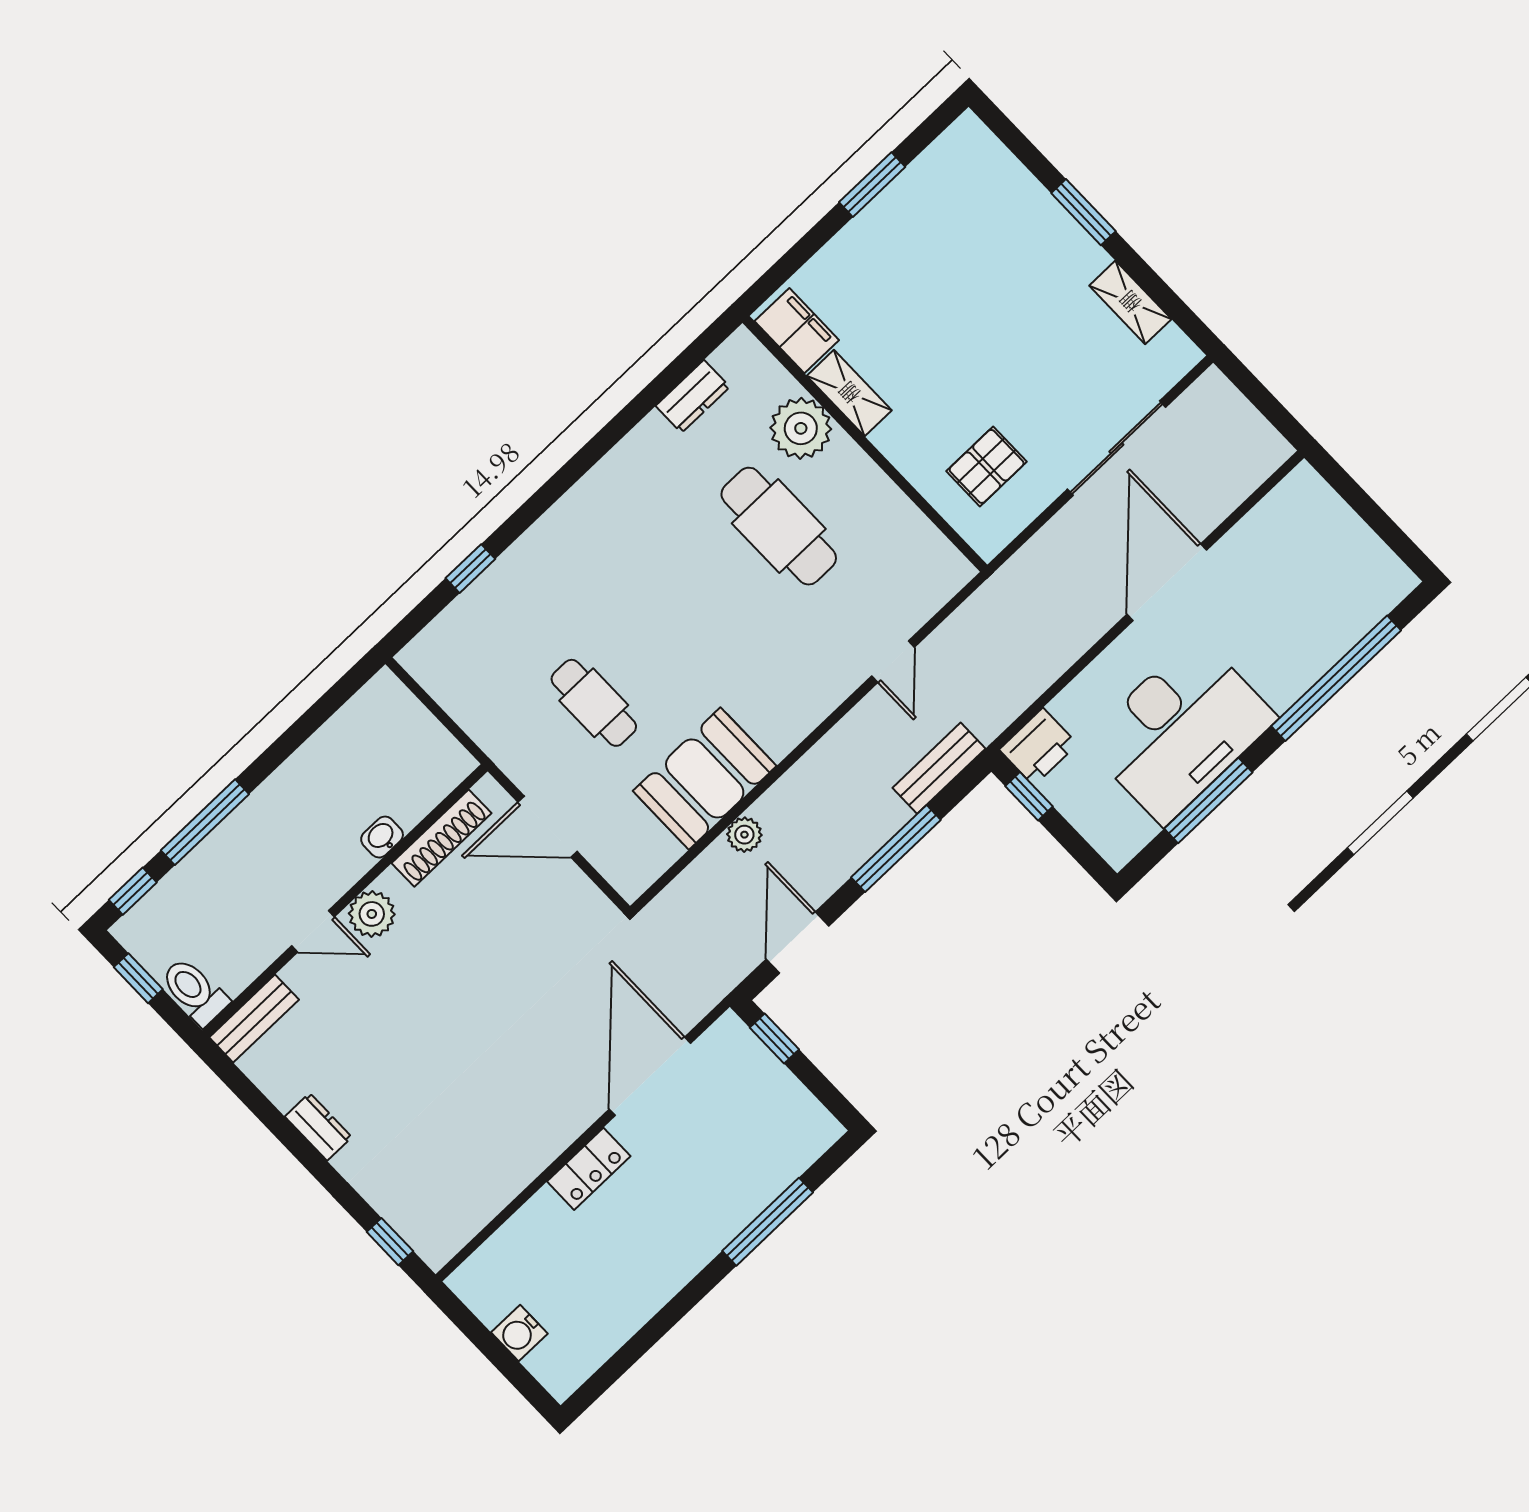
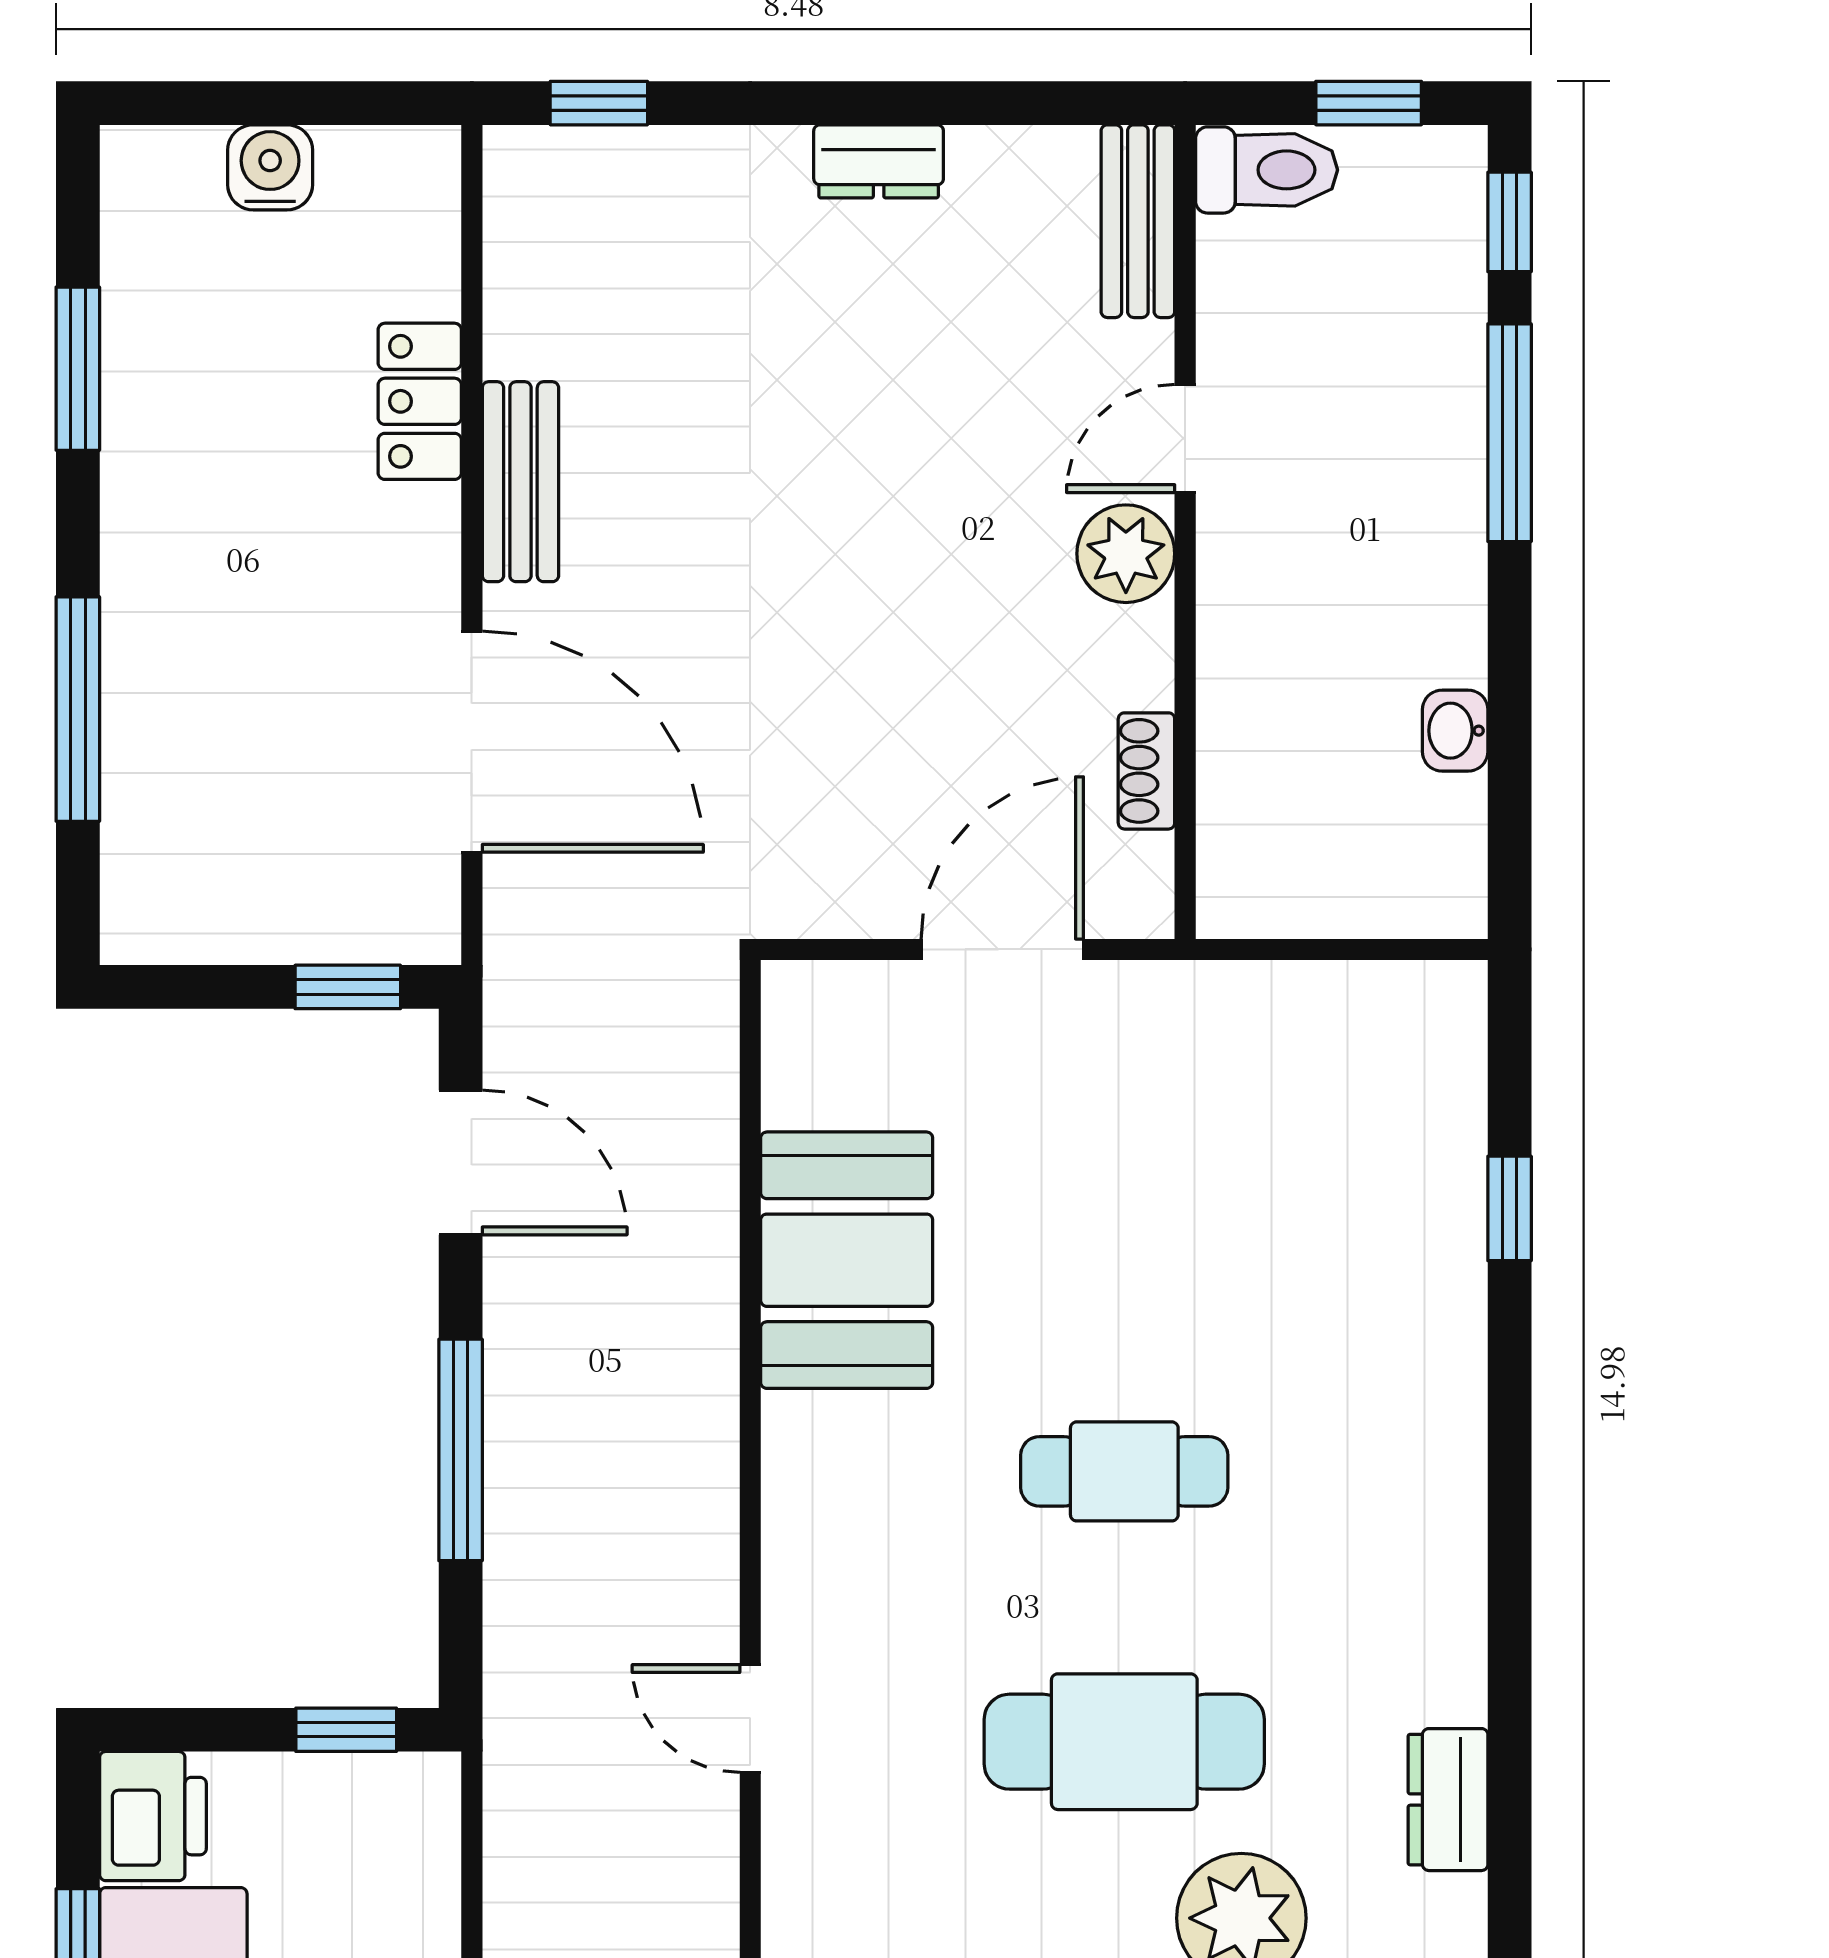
cafe table: (594, 703) -> (1124, 1471), moved
printer: (1038, 747) -> (153, 1816), moved, turned 180
bench: (939, 768) -> (520, 482), moved
plant: (744, 835) -> (703, 1239), removed
washbasin: (382, 837) -> (1455, 731), moved, turned 180
shoe rack: (442, 838) -> (1146, 771), width x0.51, depth x0.81
locker: (589, 1169) -> (420, 401), moved
window: (651, 1333) -> (78, 369), added

